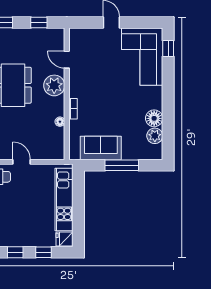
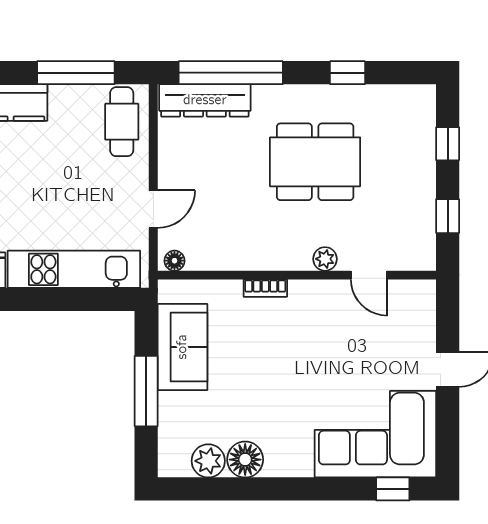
door: (67, 60) -> (369, 275), swing flipped
plant: (54, 85) -> (325, 259), width x0.53, depth x0.53
floor lamp: (60, 122) -> (174, 261), moved
door: (22, 162) -> (153, 209), moved

